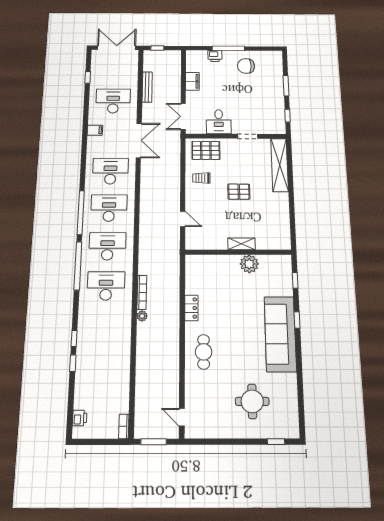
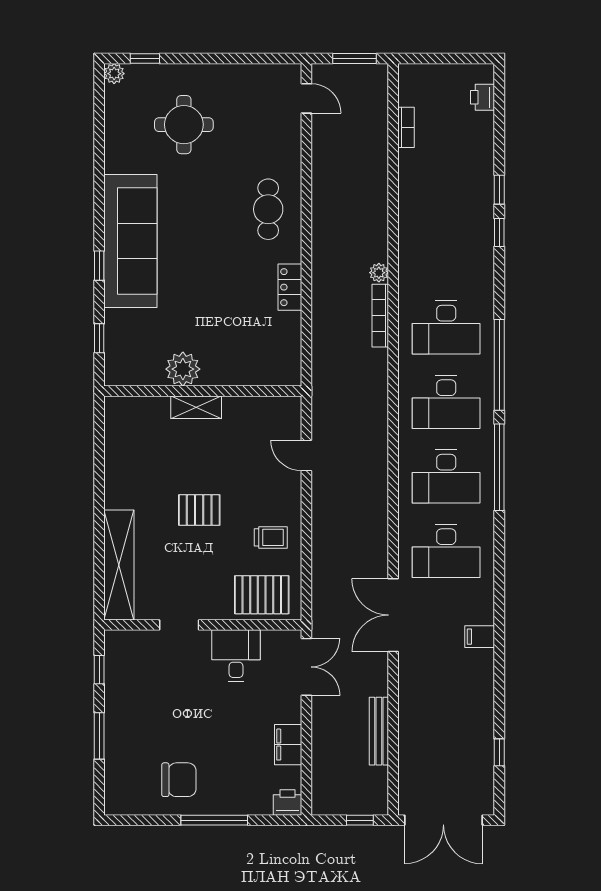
printer: (215, 56) -> (287, 802), moved
desk: (113, 101) -> (446, 700), removed
bookcase: (124, 426) -> (406, 127), moved
plant: (293, 432) -> (114, 74), added

